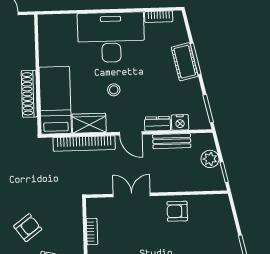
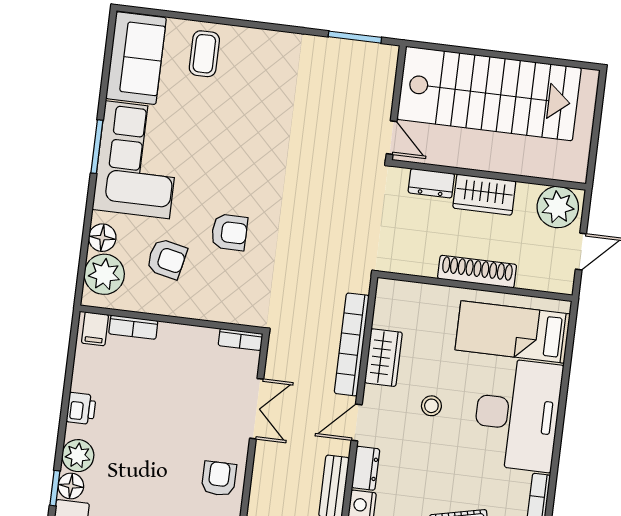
shoe rack: (29, 94) -> (477, 272), moved
bed: (55, 100) -> (513, 332), moved, turned 180
armchair: (28, 228) -> (229, 232), turned -53
bookcase: (92, 232) -> (241, 340), moved

